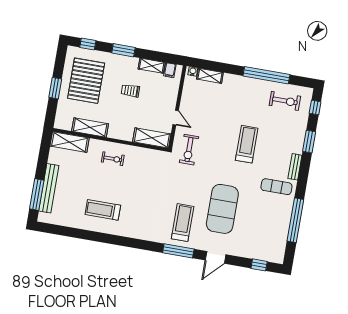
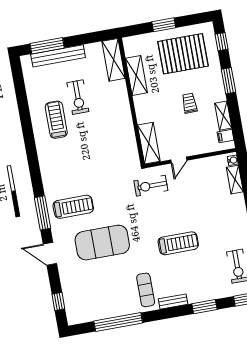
exercise bike: (113, 159) -> (78, 97), moved, width x1.38, depth x1.39

